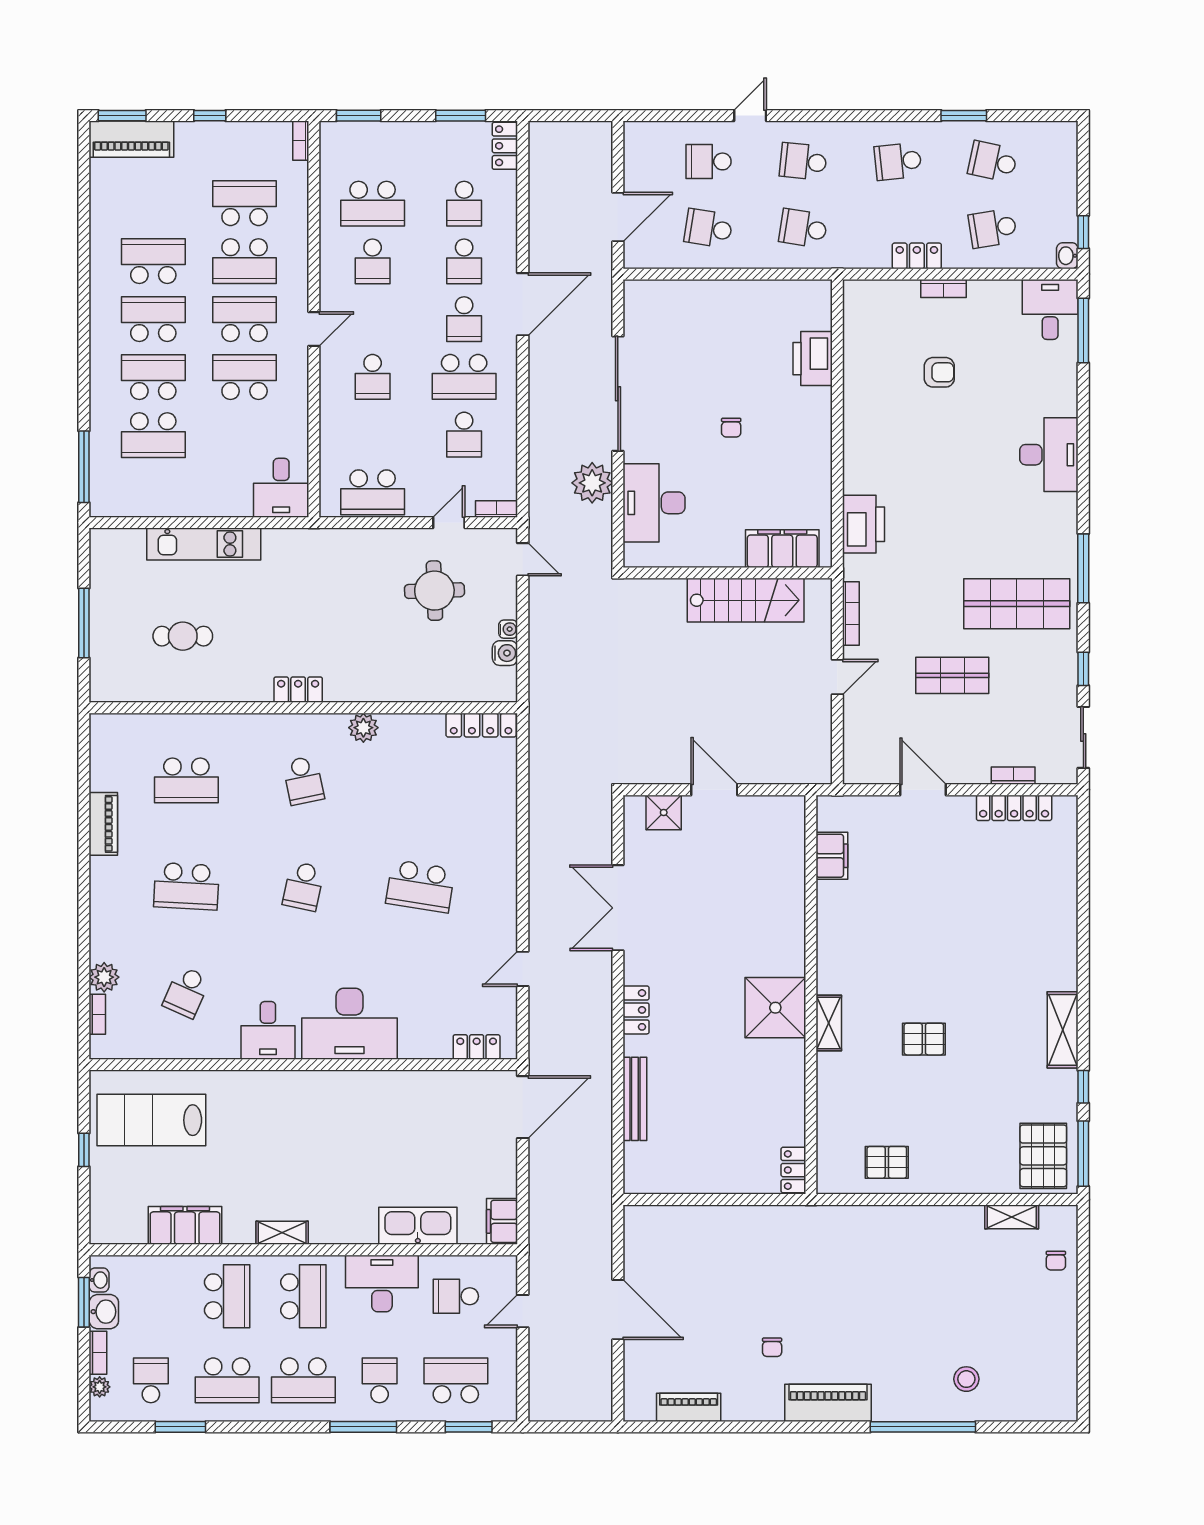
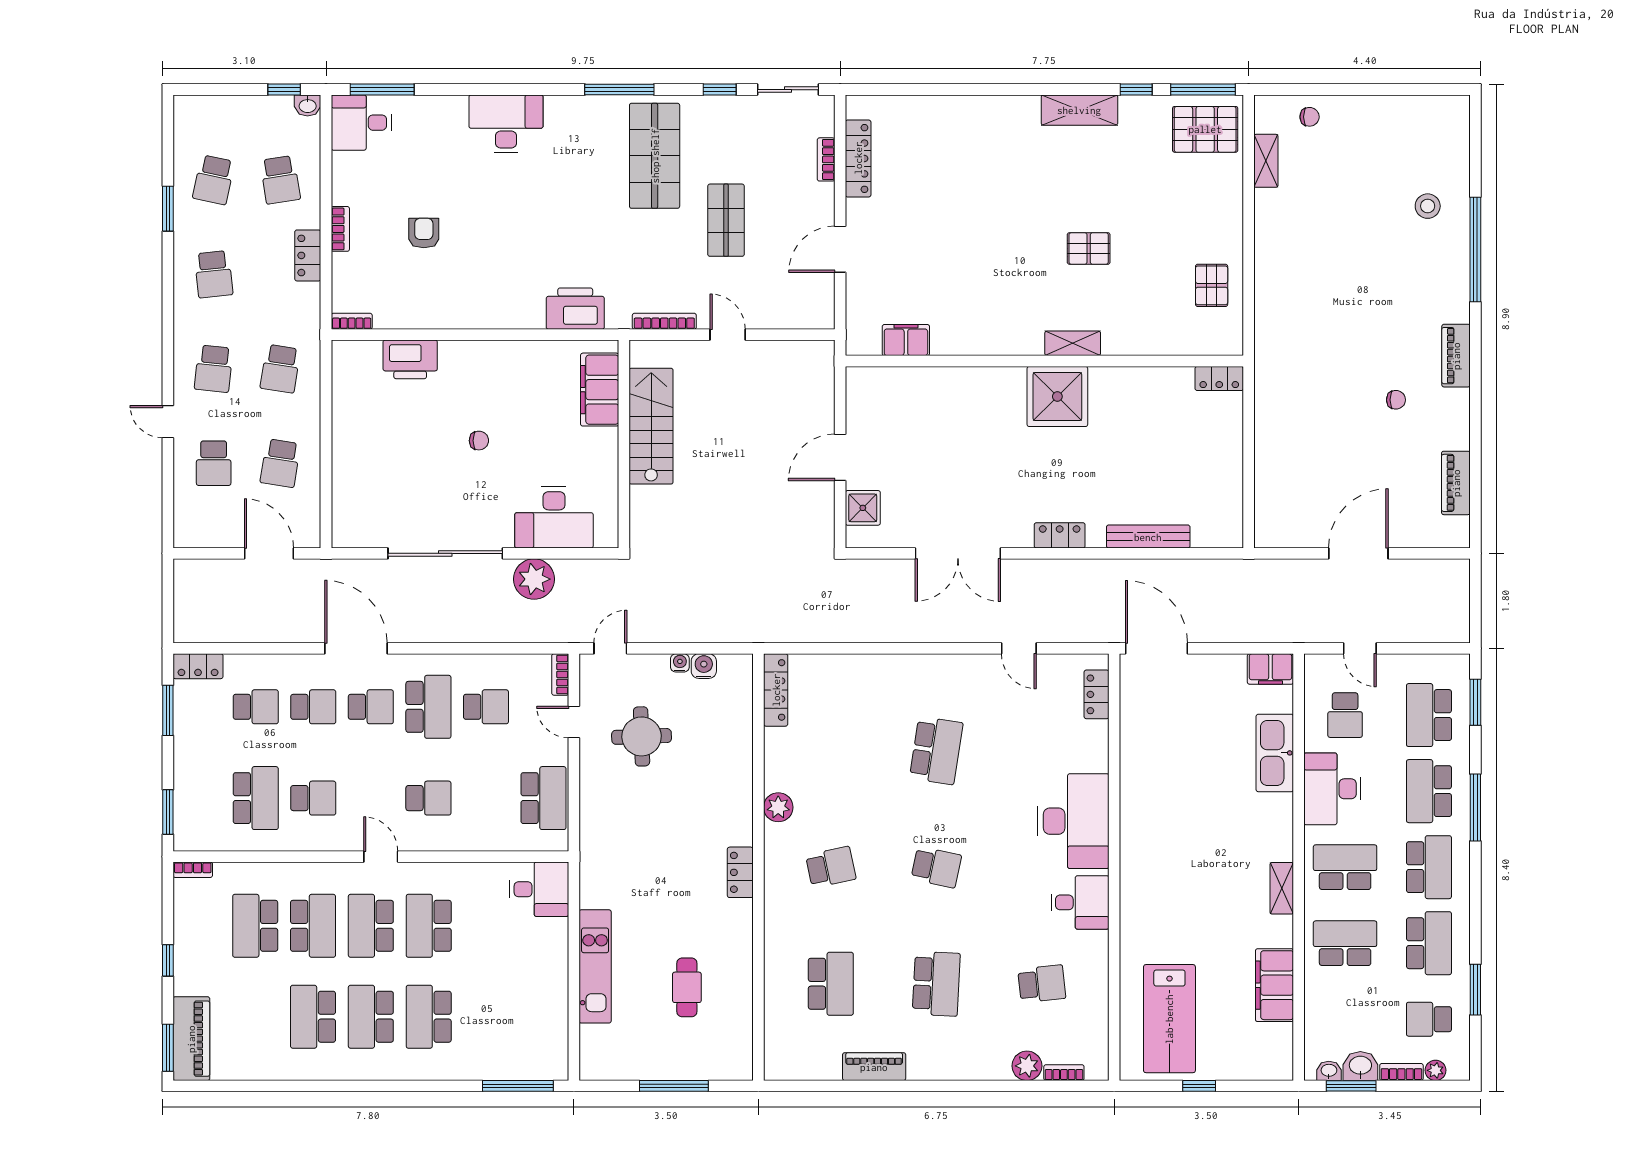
bookcase: (851, 300) -> (352, 321), added
school desk: (153, 435) -> (486, 1017), removed
school desk: (186, 992) -> (1042, 984), turned -30
pallet: (924, 1039) -> (1089, 248), turned 90
school desk: (380, 1380) -> (1429, 791), width x1.85
piano: (828, 1403) -> (1456, 356), width x0.73, depth x0.75

